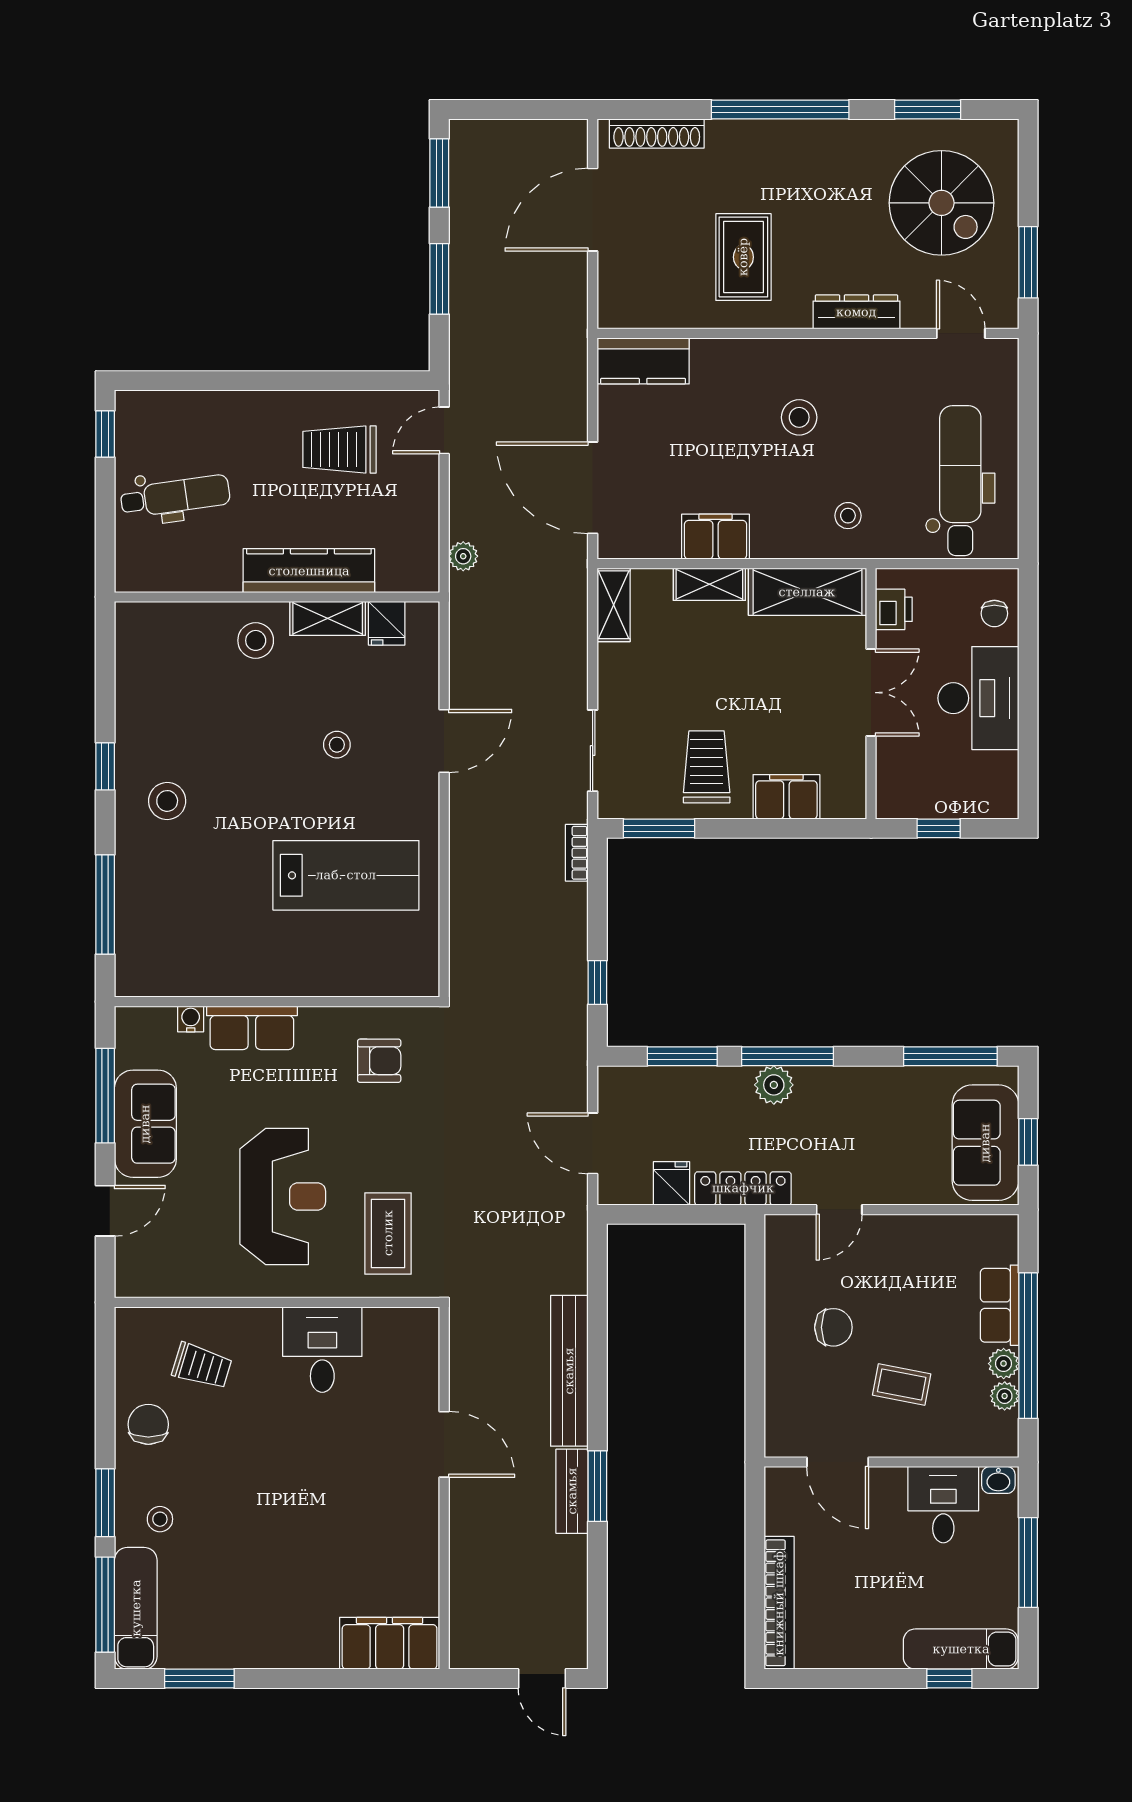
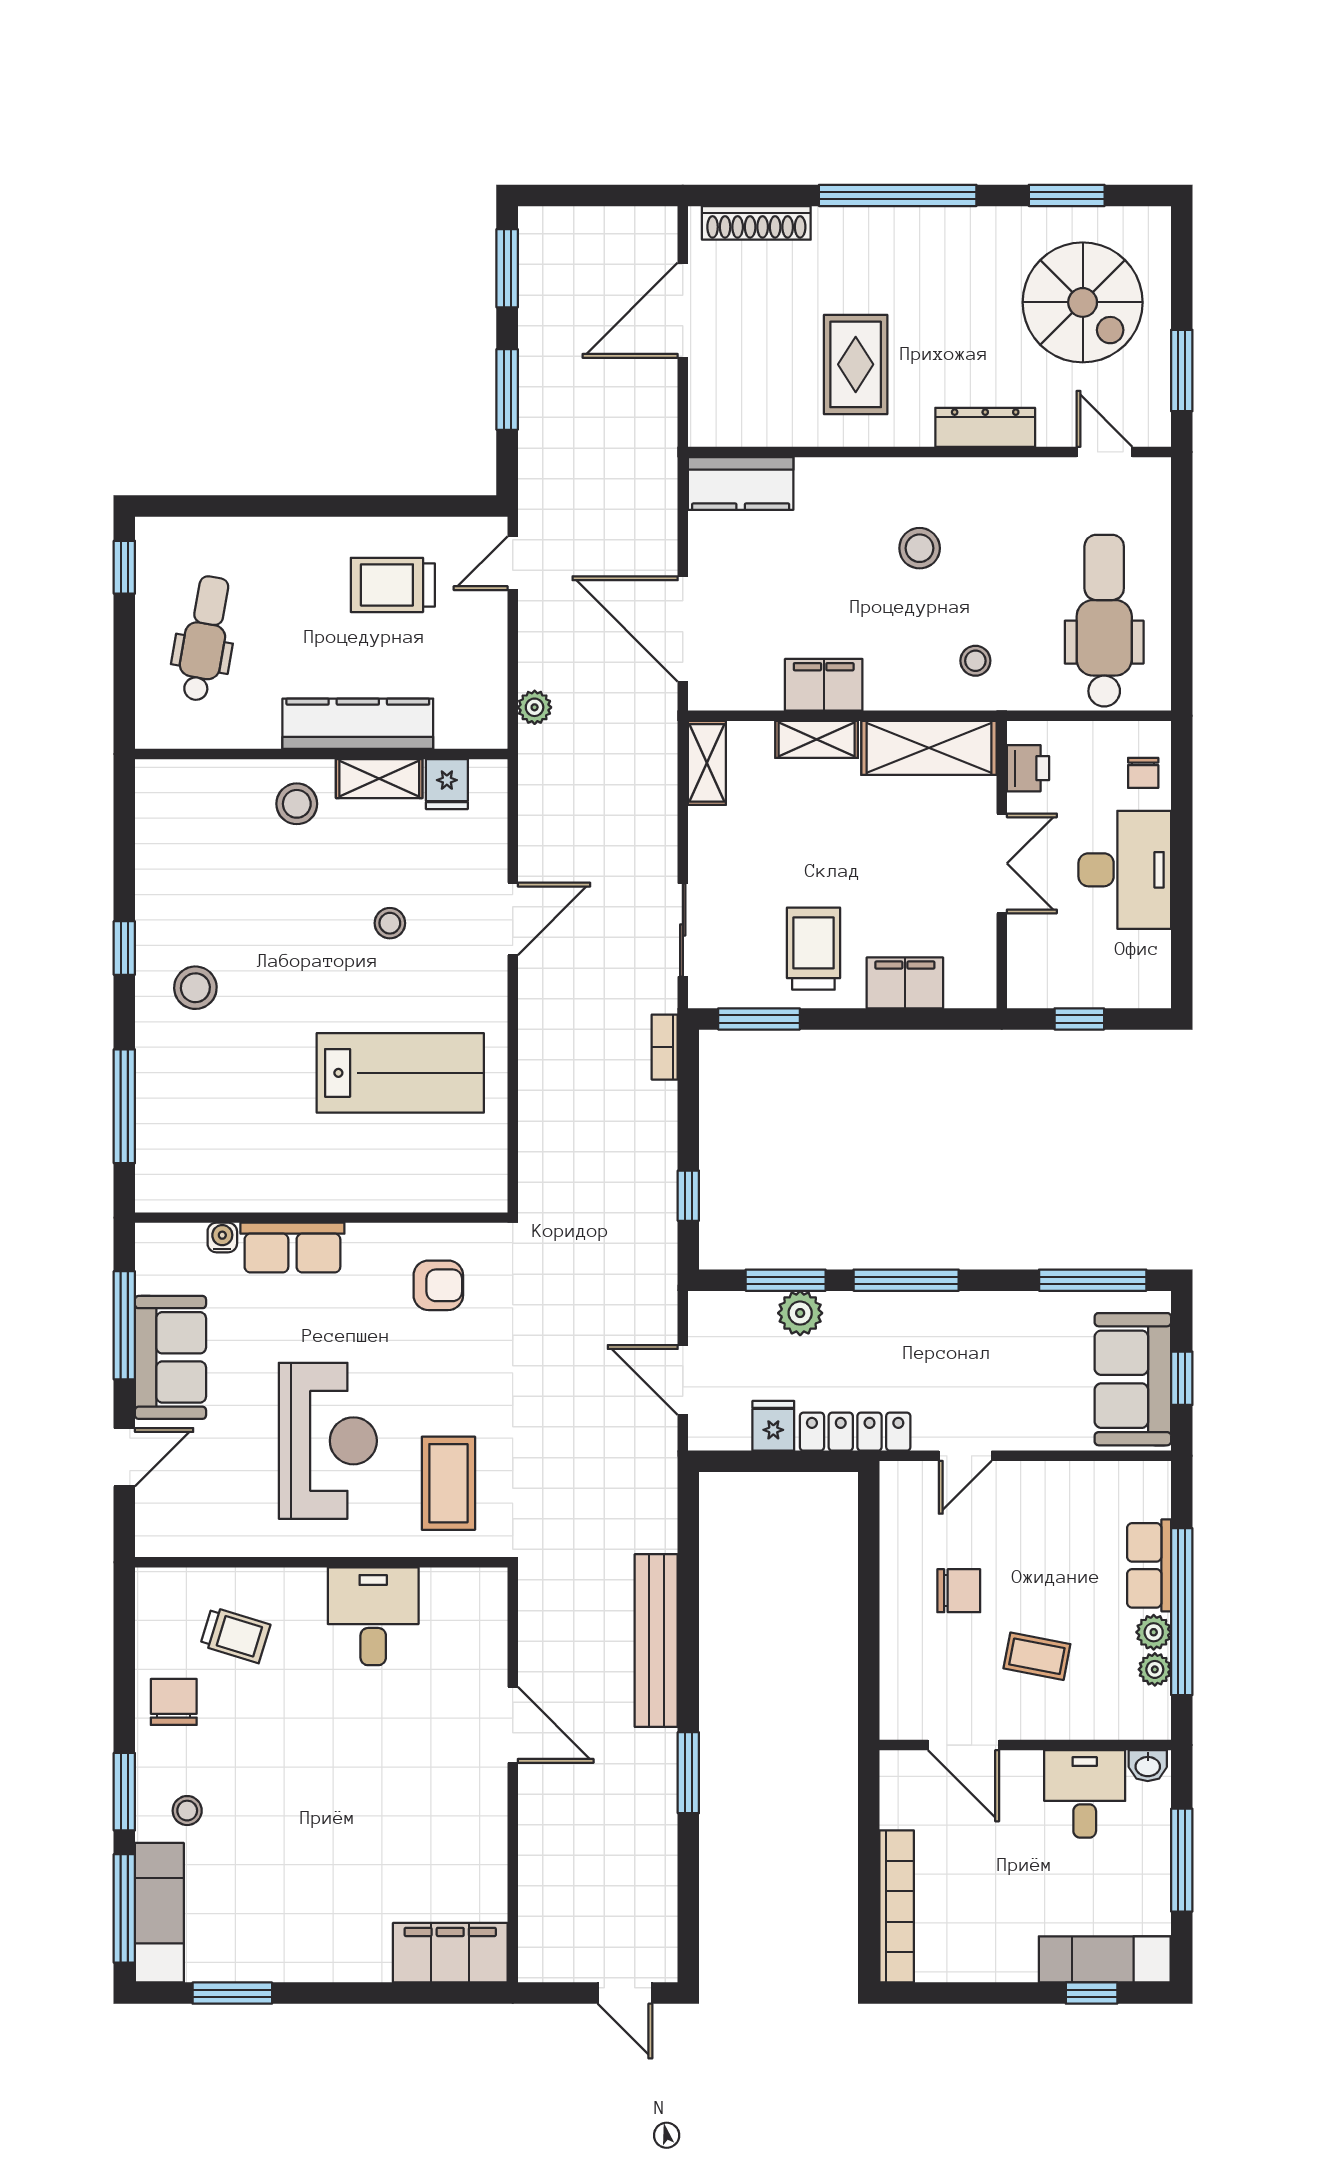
dental chair: (175, 496) -> (205, 639), turned -72
plant: (774, 1085) -> (800, 1313), moved
bench: (572, 1491) -> (659, 1779), removed

